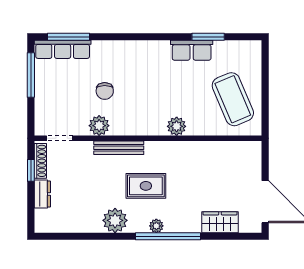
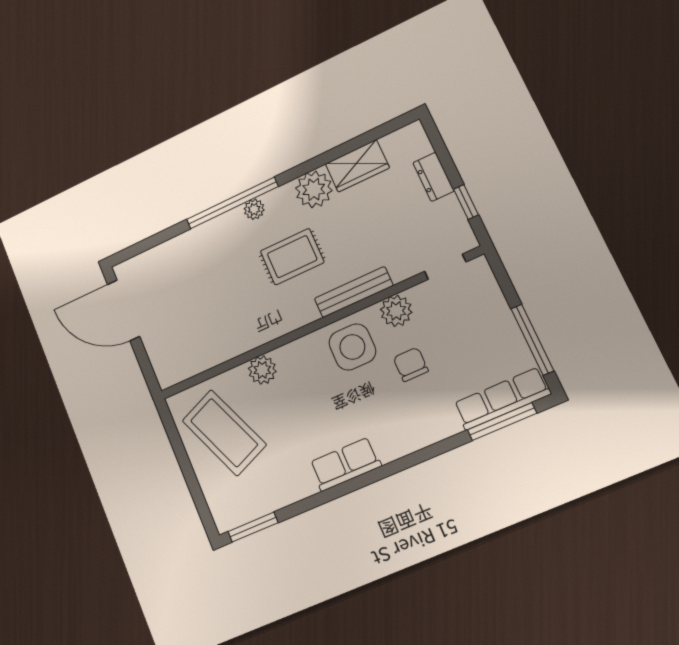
window: (208, 37) -> (253, 527), moved
row of seats: (192, 50) -> (345, 464), moved
side table: (134, 116) -> (352, 347), added
plant: (177, 126) -> (262, 370), moved
shoe rack: (40, 161) -> (458, 222), removed
wardrobe: (220, 222) -> (357, 166), moved

